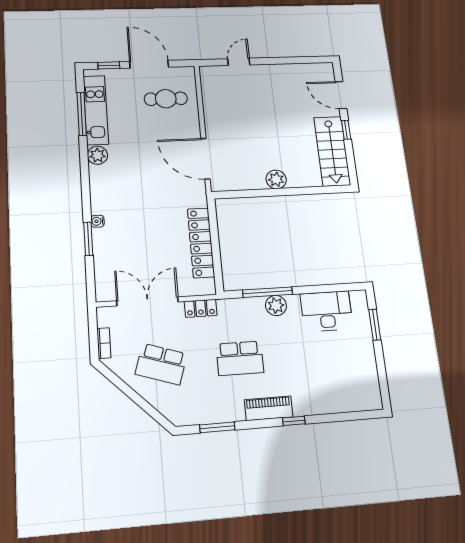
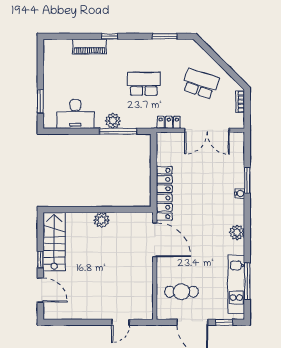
plant: (97, 155) -> (237, 232), moved
locker: (201, 243) -> (164, 193), moved
piano: (269, 408) -> (89, 47), moved

